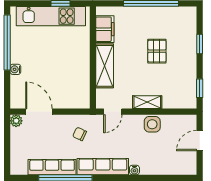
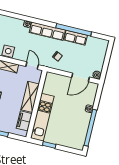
kitchen unit: (51, 16) -> (42, 117), moved, turned 90
door: (39, 112) -> (81, 77), hinge flipped
door: (113, 112) -> (32, 66), hinge flipped
row of seats: (52, 167) -> (76, 38), width x0.68

